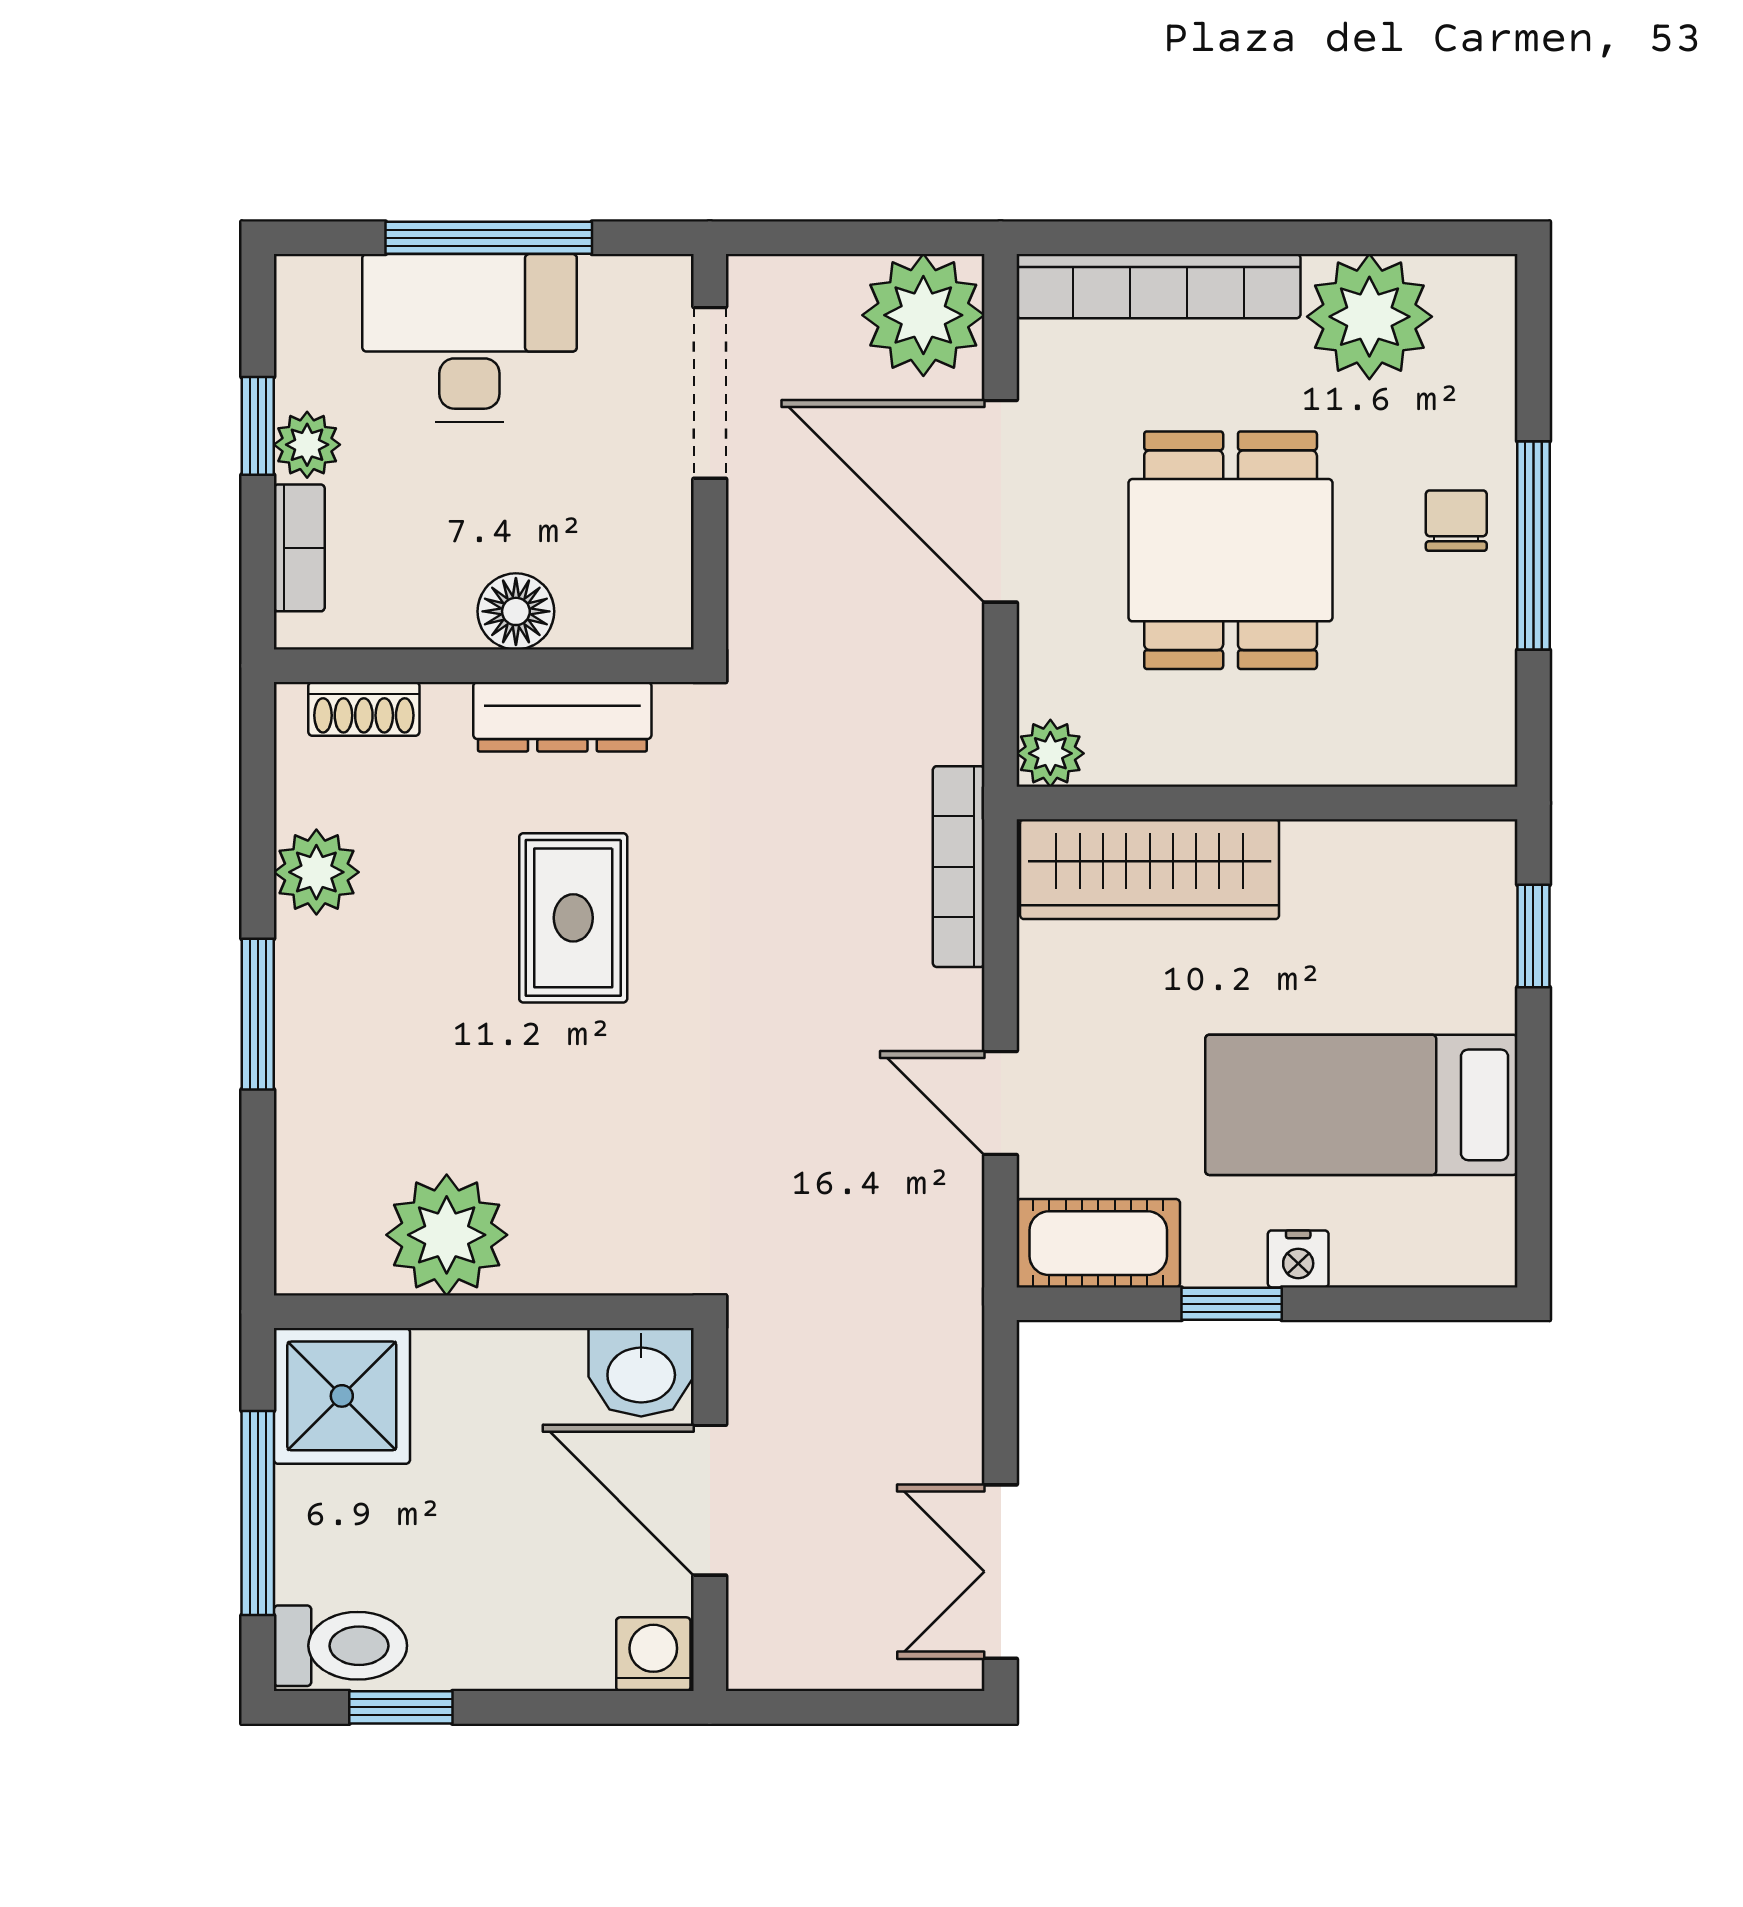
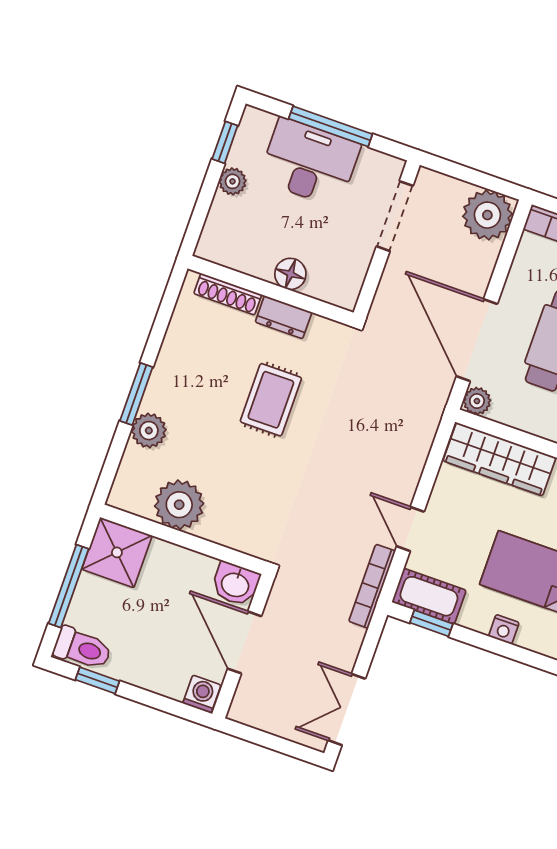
window: (258, 426) -> (225, 142), moved
door: (1001, 501) -> (477, 340), moved
bookcase: (299, 548) -> (216, 220), removed
shoe rack: (364, 709) -> (228, 294), width x1.43
dresser: (562, 717) -> (284, 317), width x0.70
bookcase: (959, 867) -> (372, 586), moved
plant: (316, 872) -> (149, 431), moved
window: (1232, 1304) -> (431, 623), moved

